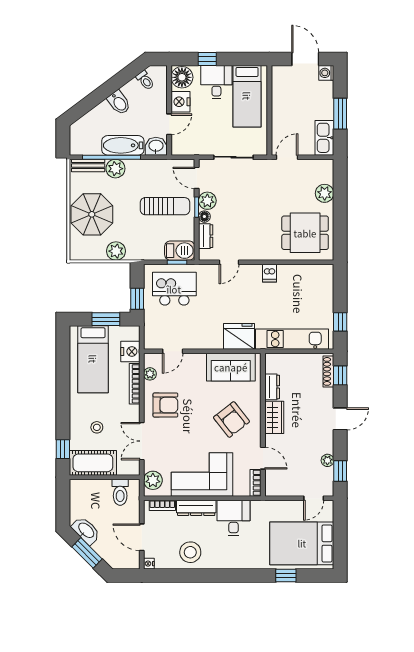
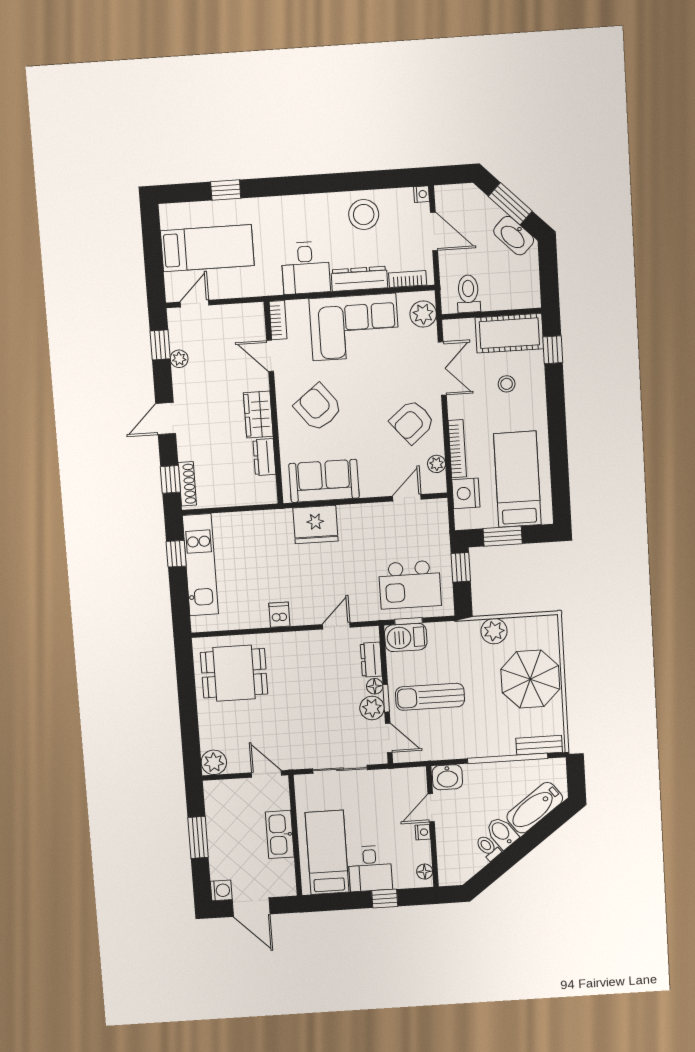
floor lamp: (182, 77) -> (425, 872), width x0.53, depth x0.53
toilet: (145, 80) -> (488, 848), moved
nightstand: (180, 102) -> (423, 832), width x0.53, depth x0.56
kitchen sink: (324, 138) -> (280, 834), moved, turned 180
bathtub: (123, 145) -> (535, 808), moved, turned 143
door: (287, 157) -> (266, 774), swing flipped
plant: (115, 169) -> (501, 743), removed
plant: (325, 193) -> (214, 762), moved
kitchen unit: (292, 339) -> (200, 565), moved, turned -90
armchair: (165, 405) -> (412, 422), turned -40
bed: (302, 543) -> (207, 248), width x0.67

